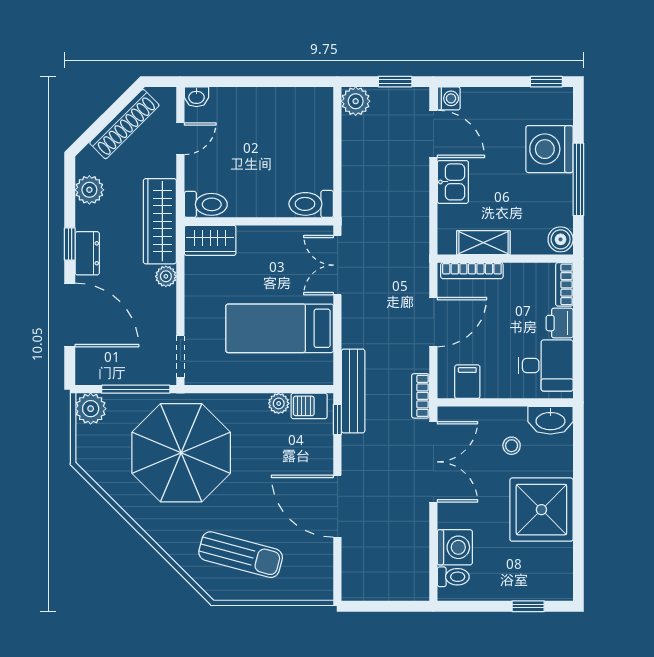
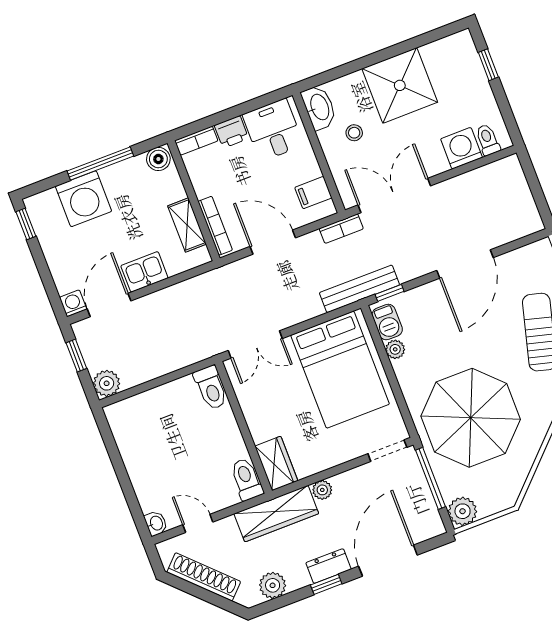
bed: (280, 328) -> (340, 370), width x1.50

